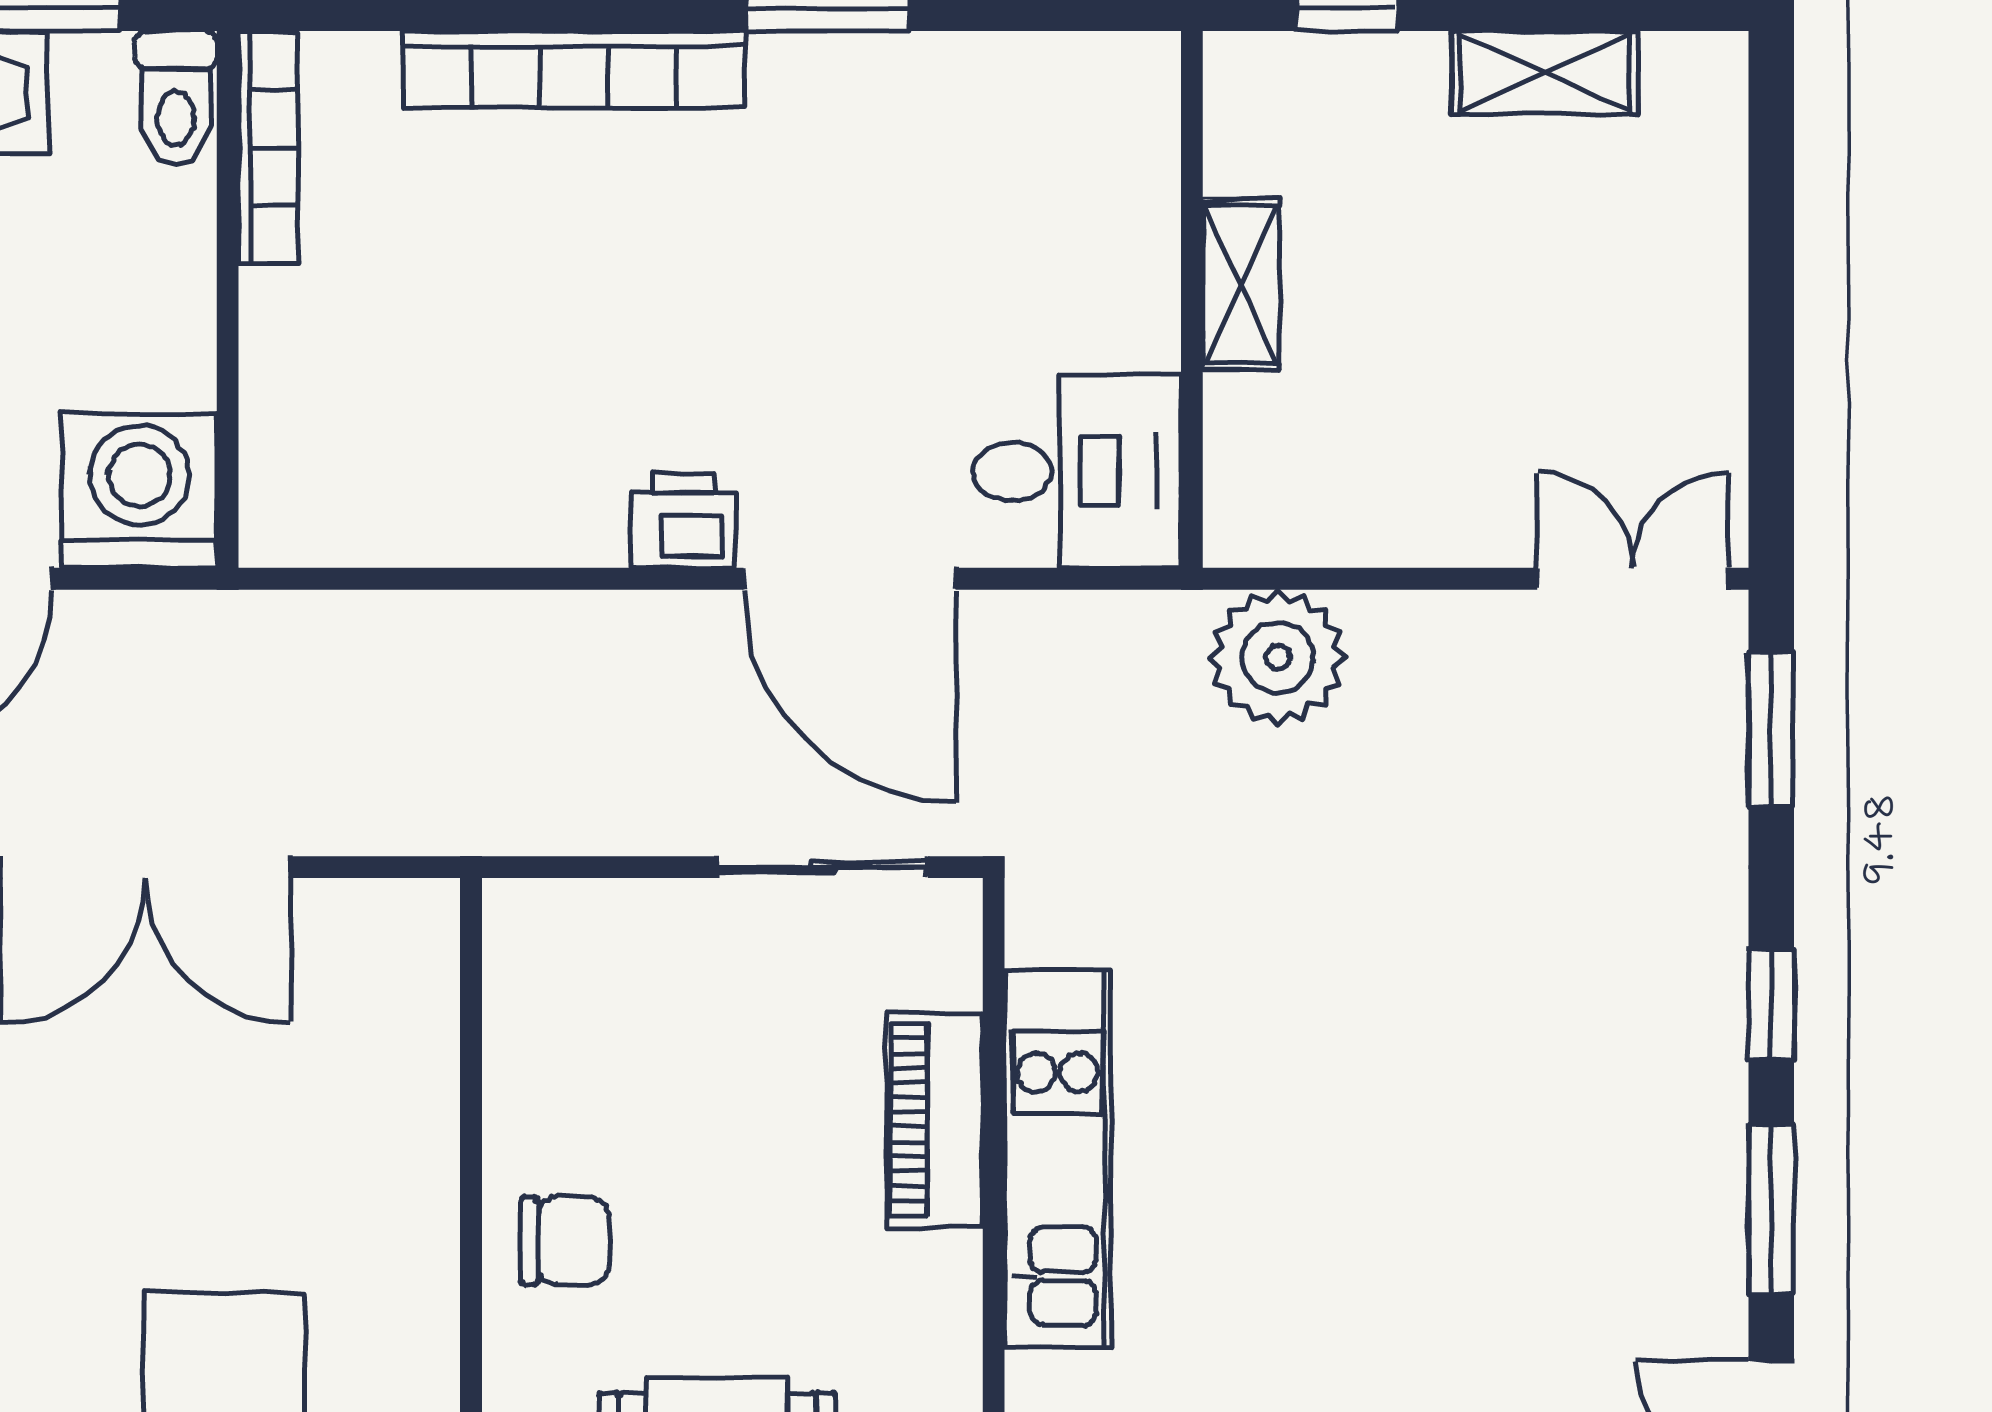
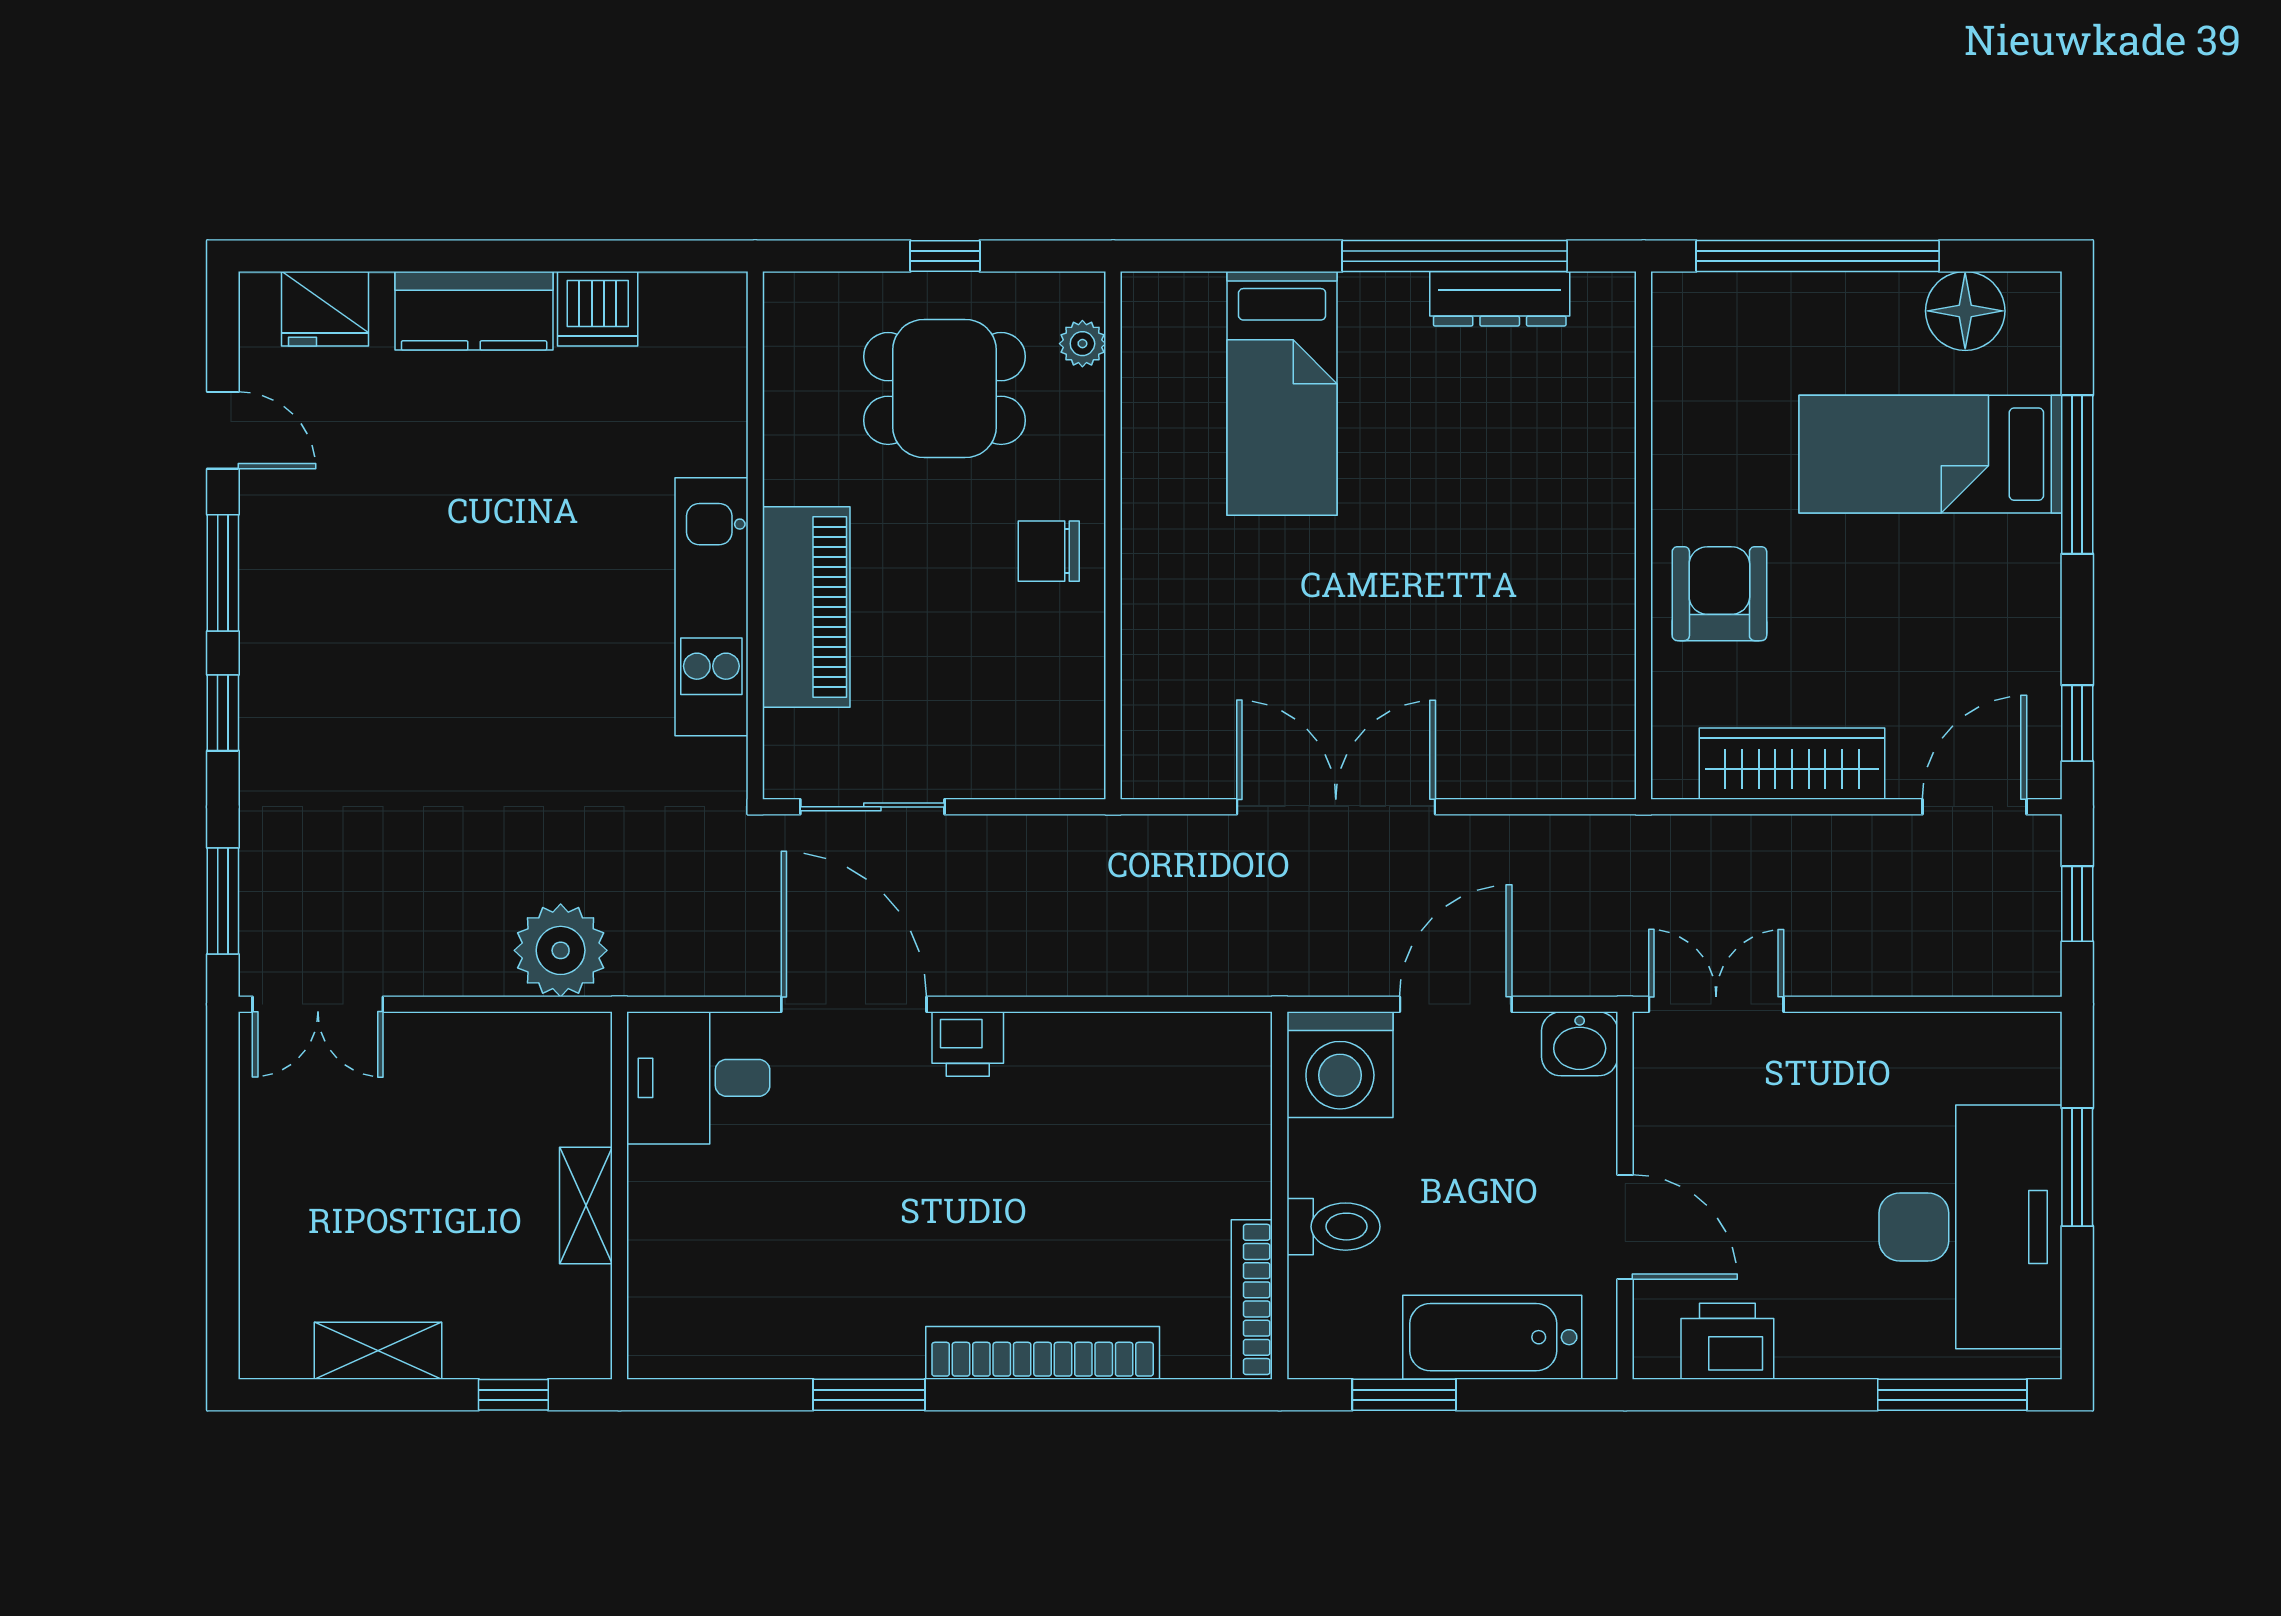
toilet: (176, 99) -> (1333, 1227), moved, turned 90
piano: (935, 1120) -> (806, 607), width x1.37, depth x1.33

